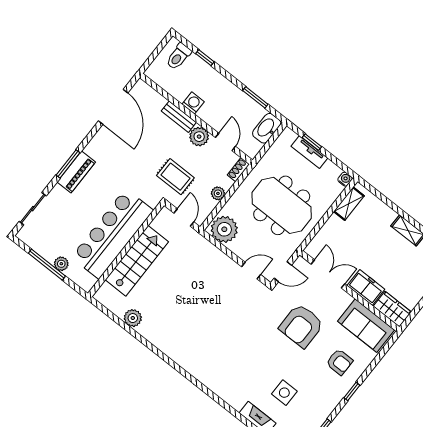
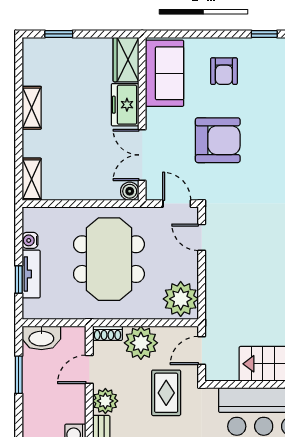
water cooler: (345, 179) -> (30, 240), moved
plant: (218, 193) -> (141, 343), width x1.88, depth x1.88
shelving: (349, 204) -> (32, 179), moved, turned 90
boiler: (312, 250) -> (130, 191), added
armchair: (339, 362) -> (224, 71), turned 180
window: (352, 391) -> (264, 34), moved

